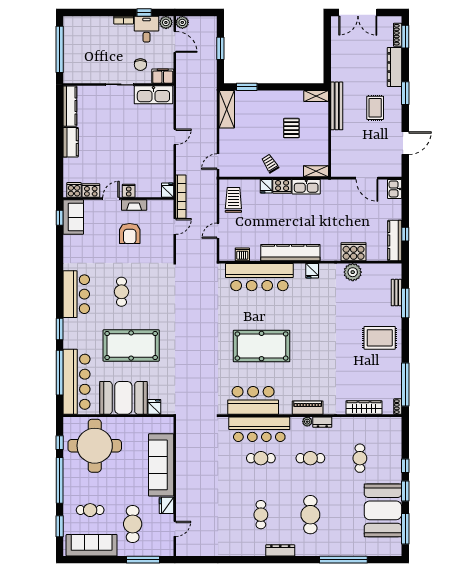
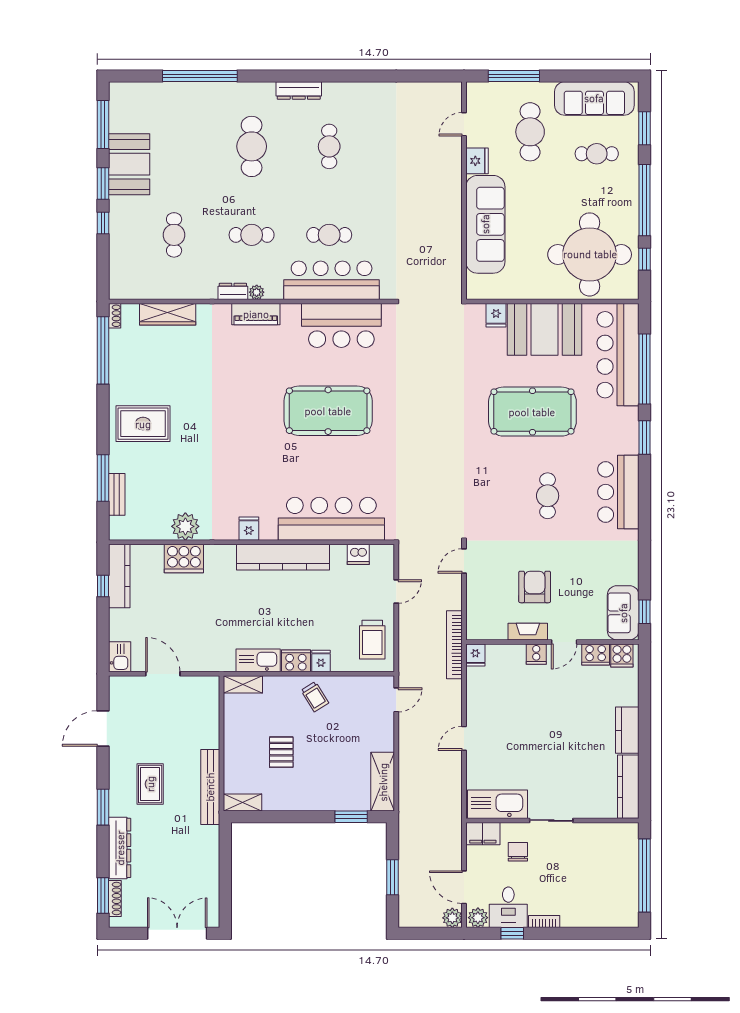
door: (175, 226) -> (464, 561), moved
booth: (383, 510) -> (129, 164), width x0.73, depth x0.70

